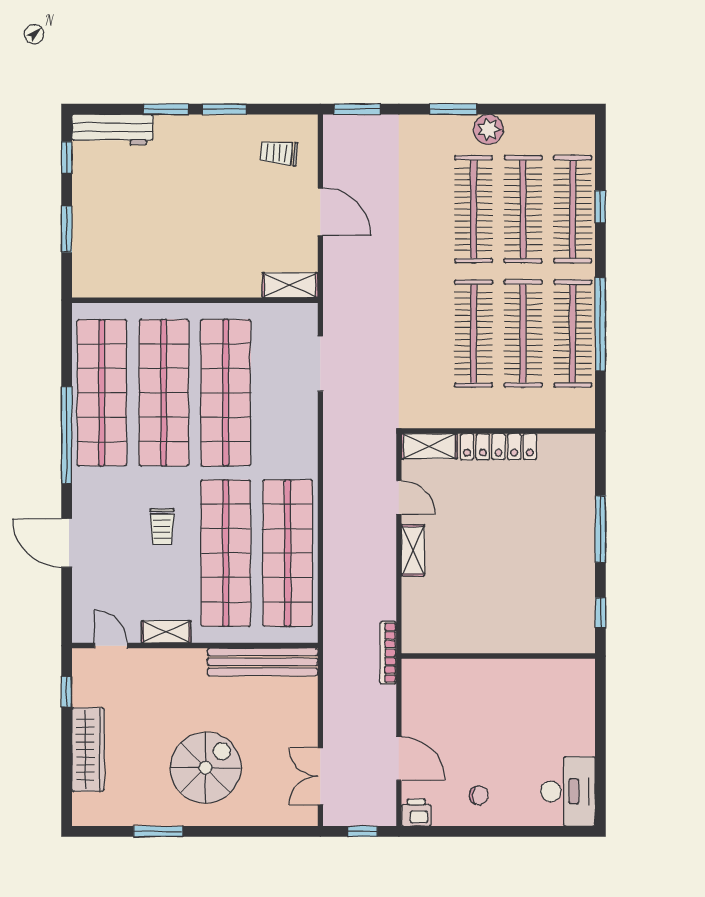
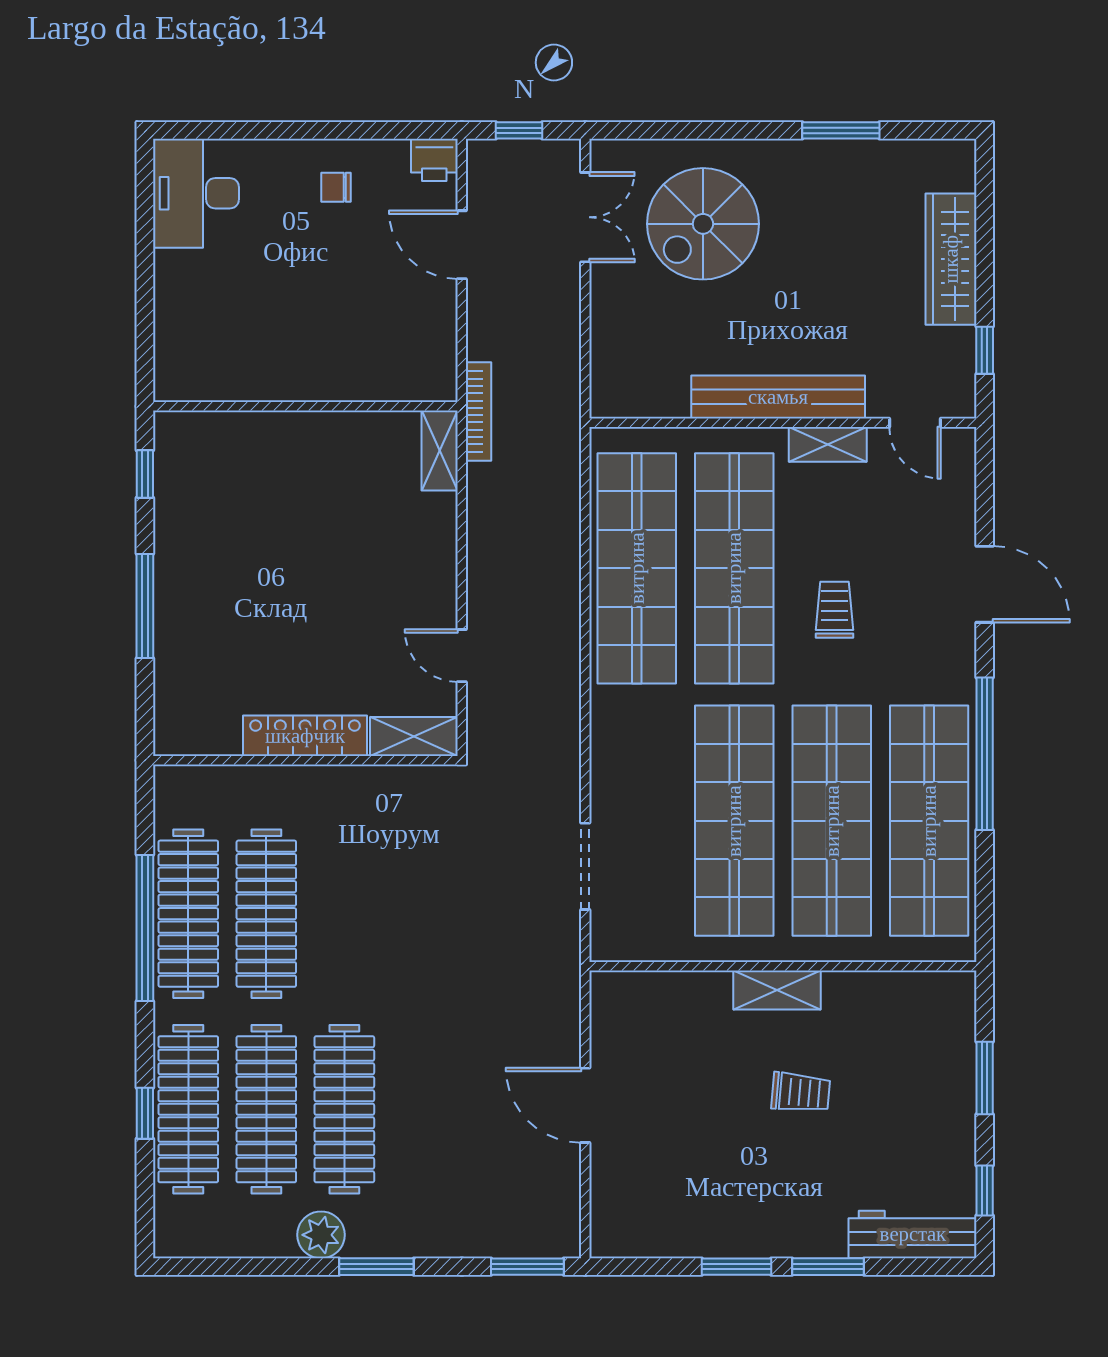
trolley: (279, 153) -> (801, 1092), moved
shelving: (290, 285) -> (777, 990), moved
clothes rail: (474, 334) -> (344, 914), removed
shelving: (413, 550) -> (440, 450), moved
bench: (263, 662) -> (778, 397), moved
spiral stairs: (206, 768) -> (703, 224), moved

